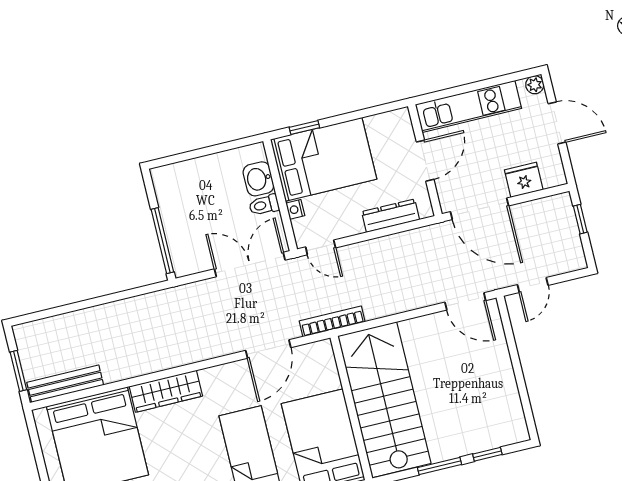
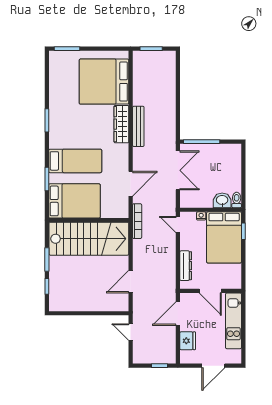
plant: (535, 85) -> (236, 359), removed
toilet: (264, 205) -> (237, 200), moved
door: (480, 209) -> (178, 314), width x0.73
door: (321, 247) -> (178, 224), hinge flipped
double door: (250, 264) -> (178, 170), moved
door: (465, 301) -> (131, 282), moved
door: (268, 349) -> (131, 184), swing flipped
bench: (65, 384) -> (138, 126), moved

